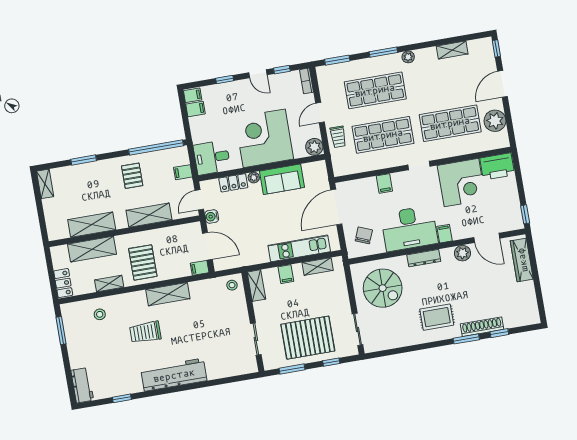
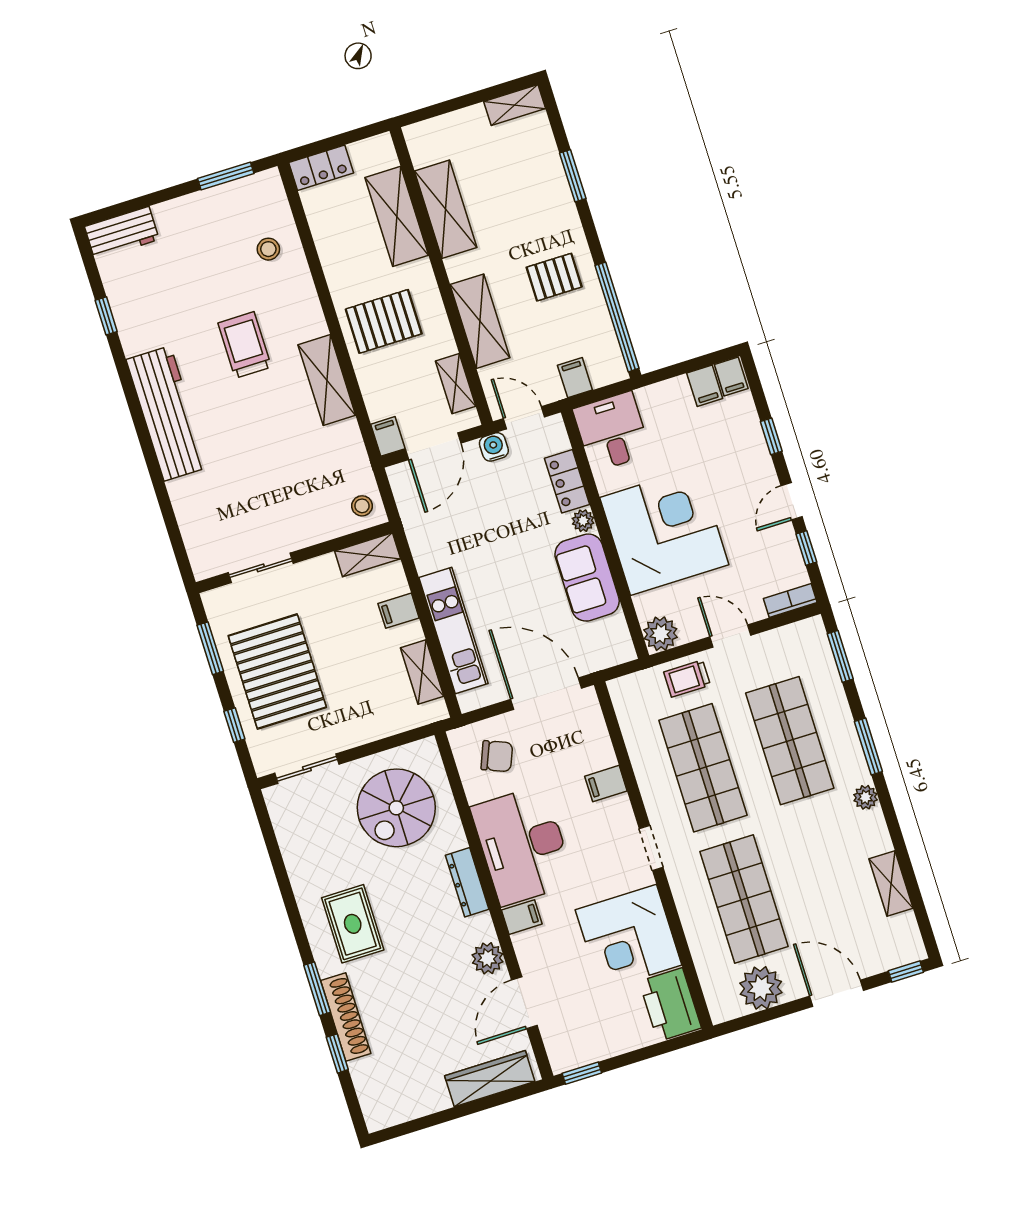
shelving: (109, 284) -> (456, 384), moved

